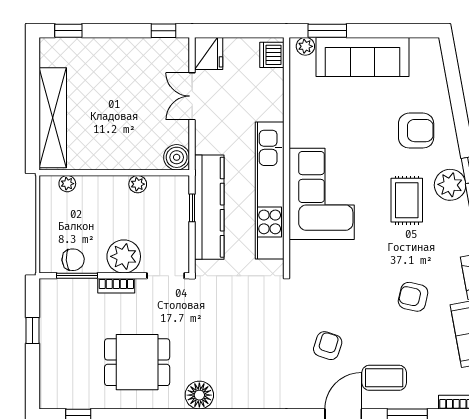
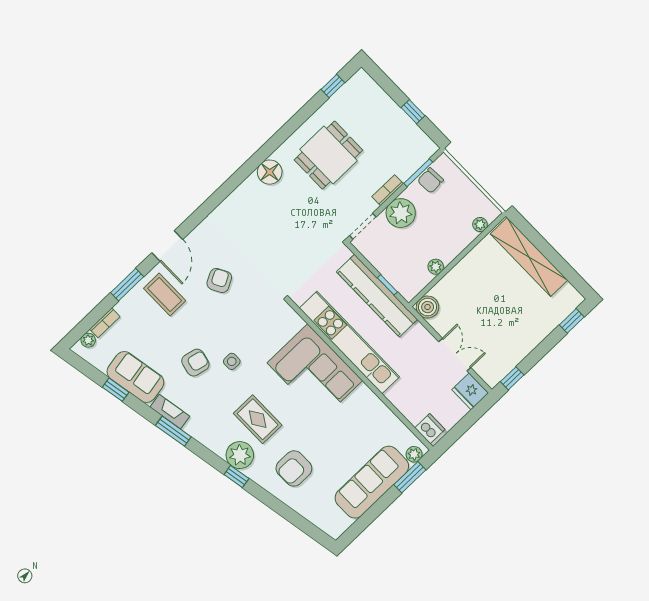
side table: (382, 269) -> (232, 361), added
armchair: (328, 346) -> (219, 280), turned -136
coffee table: (384, 378) -> (165, 294), turned 90

